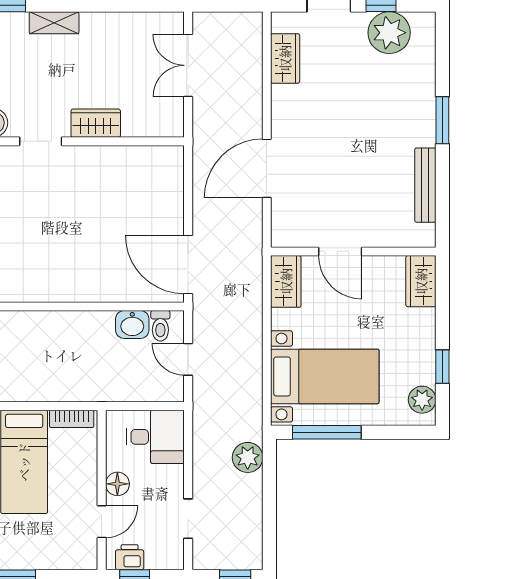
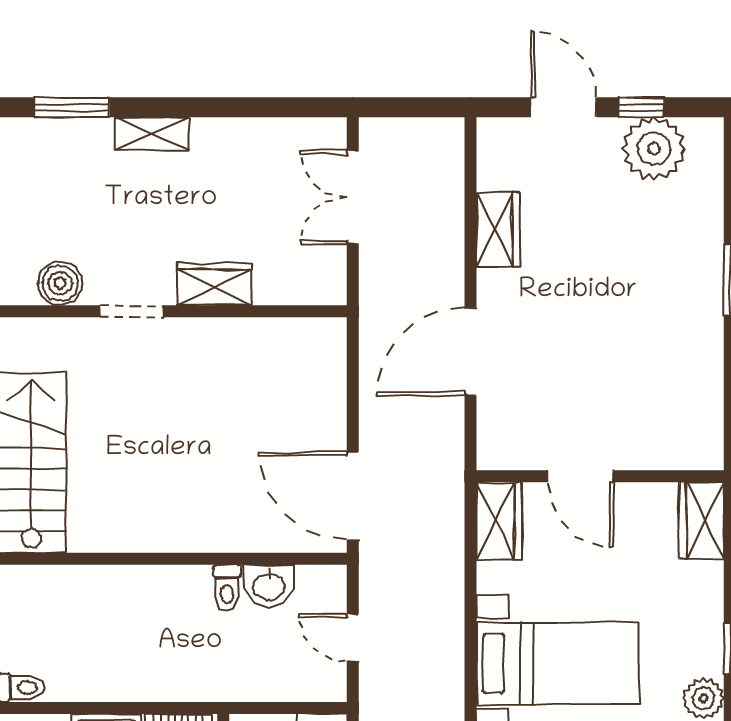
wardrobe: (285, 58) -> (498, 230), moved
bench: (425, 185) -> (708, 377), removed
toilet: (160, 326) -> (227, 588), moved

